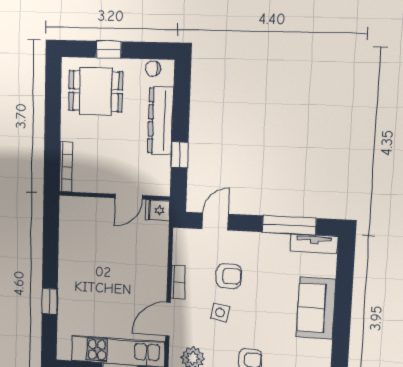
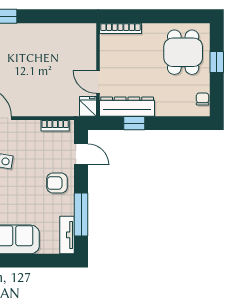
dresser: (161, 121) -> (127, 107), moved
armchair: (229, 276) -> (57, 183), moved, turned 90
bookcase: (178, 282) -> (55, 125), moved

